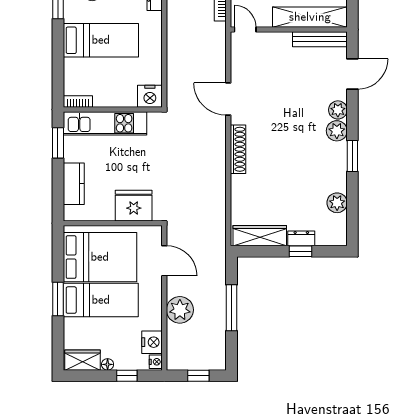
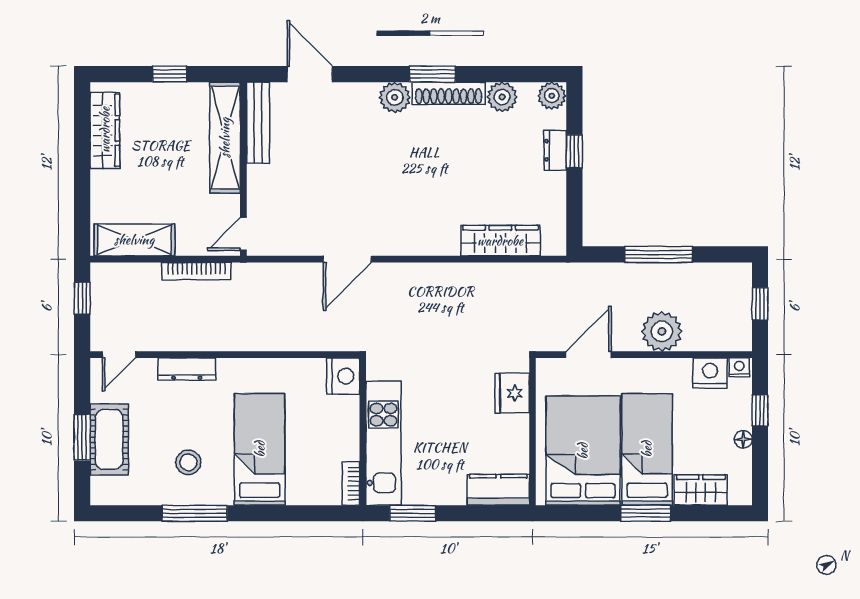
plant: (338, 110) -> (552, 96), moved
shoe rack: (238, 149) -> (449, 93), moved, turned 180
kitchen counter: (74, 184) -> (498, 490), moved
fridge: (134, 206) -> (512, 393), width x0.73, depth x0.75
wardrobe: (260, 236) -> (500, 241), moved, turned 90
wardrobe: (83, 360) -> (701, 490), moved, turned 90

